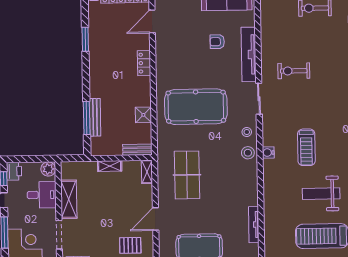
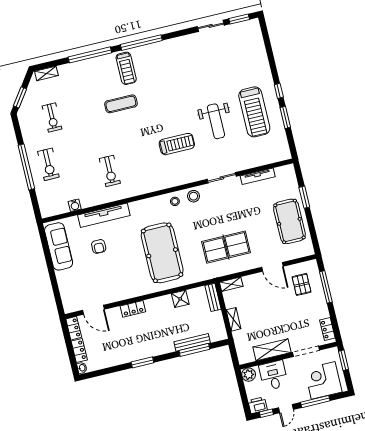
window: (85, 39) -> (142, 362), moved
sliding door: (259, 99) -> (222, 178), moved
water cooler: (268, 153) -> (75, 205), moved

